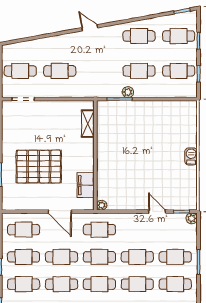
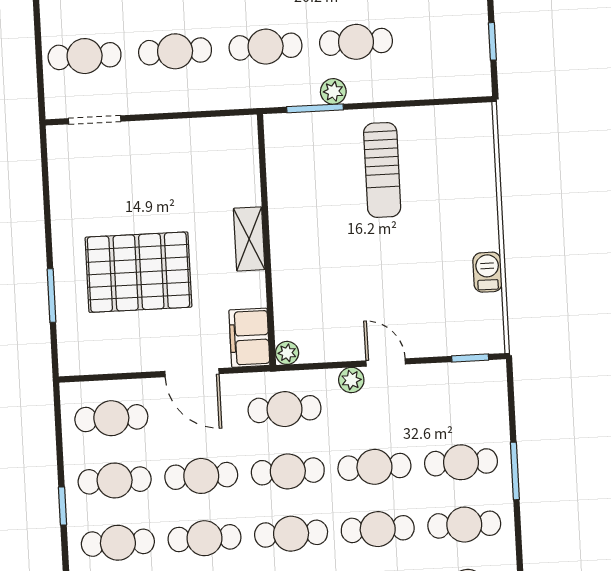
cafe table: (179, 71) -> (266, 47), moved
shelving: (88, 124) -> (249, 239), moved
sun lounger: (147, 127) -> (382, 170), added
barbecue: (191, 157) -> (487, 272), moved
filing cabinet: (86, 185) -> (249, 338), moved
door: (157, 212) -> (386, 362), moved
plant: (192, 218) -> (351, 380), moved

